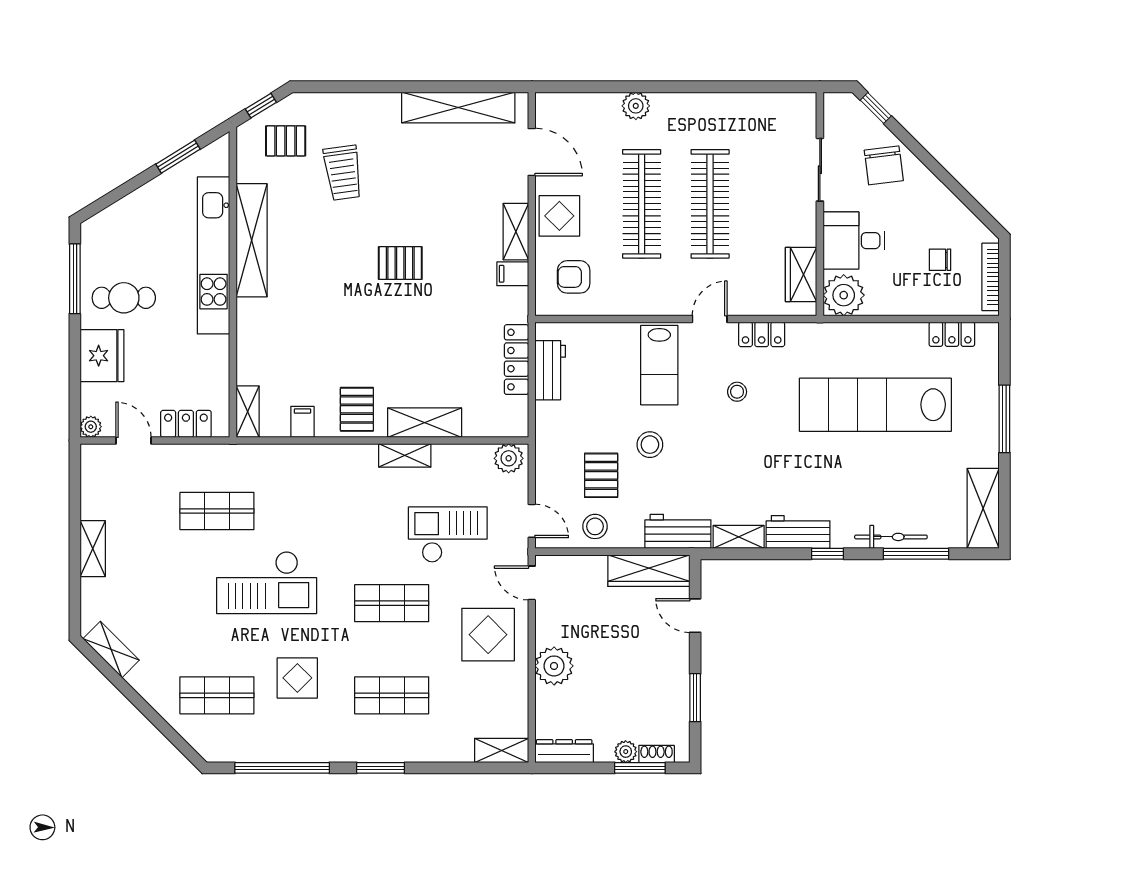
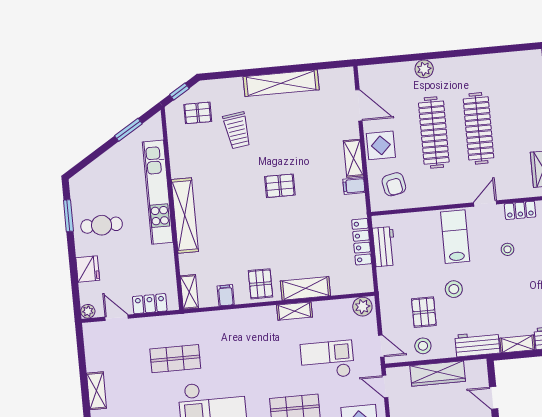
shelving: (458, 108) -> (281, 83), moved
shelving: (252, 240) -> (185, 216), moved
armchair: (574, 277) -> (394, 184), turned -101
window: (75, 279) -> (68, 216), width x0.69
fridge: (102, 356) -> (88, 269), width x0.73, depth x0.75
lab bench: (659, 365) -> (455, 237), turned 180
wardrobe: (649, 571) -> (438, 374), moved

